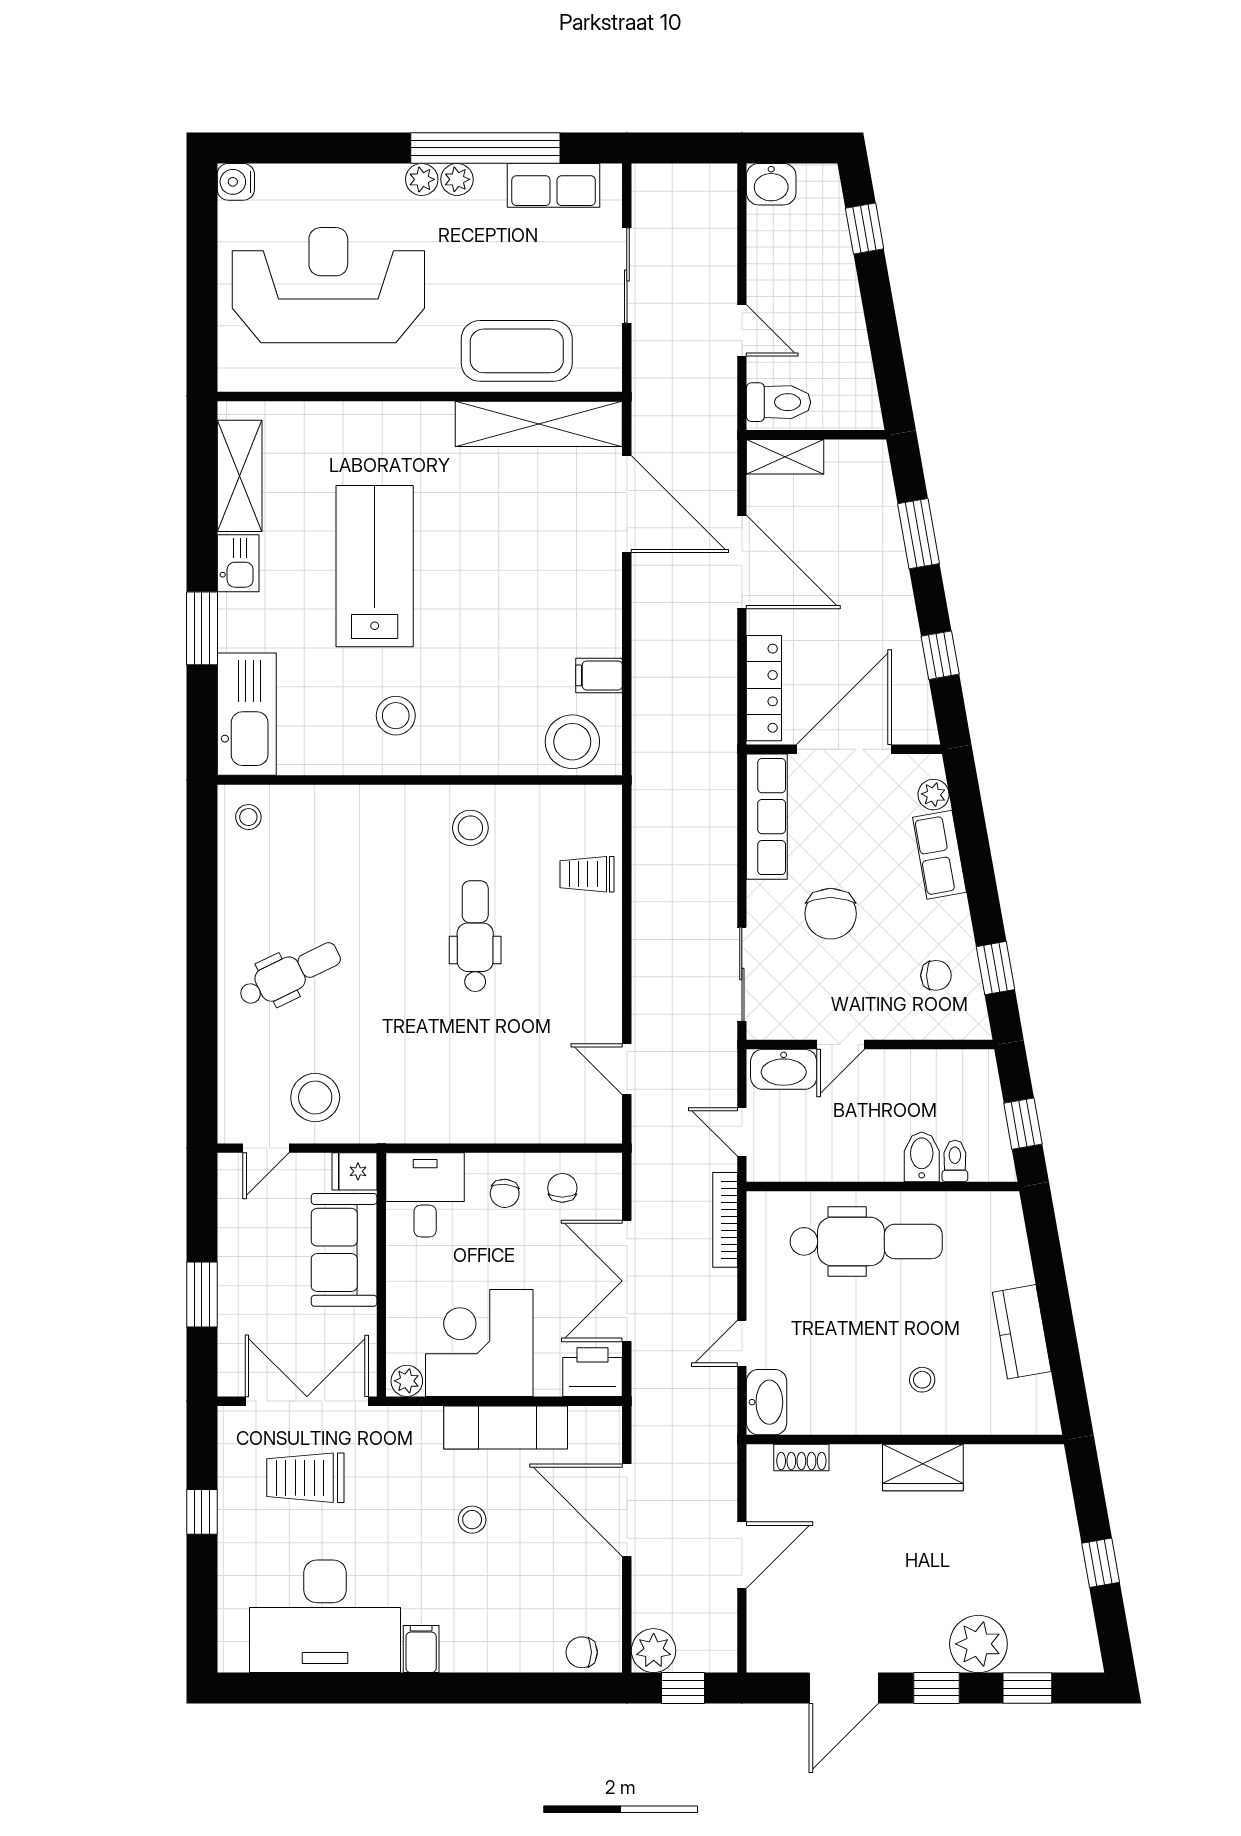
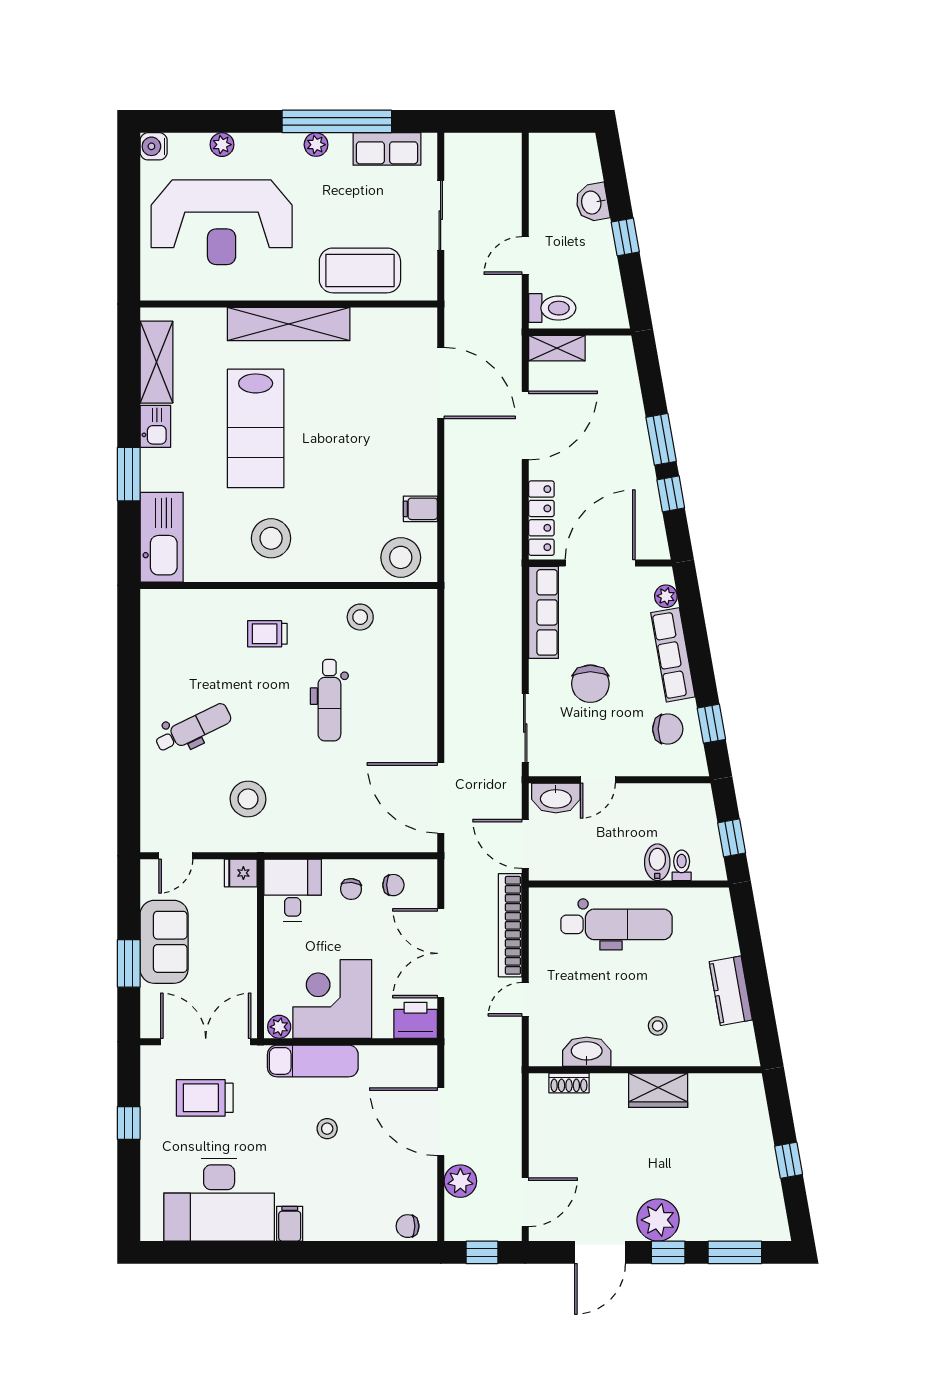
plant: (422, 179) -> (222, 145), moved
washbasin: (771, 184) -> (592, 202), moved, turned 80
window: (865, 228) -> (625, 237), moved
reception desk: (328, 285) -> (222, 222), turned 180
door: (742, 330) -> (525, 255), swing flipped
shelving: (539, 424) -> (289, 324), moved
window: (919, 534) -> (661, 439), moved
door: (742, 562) -> (525, 425), hinge flipped
lab bench: (375, 566) -> (256, 428), turned 180
stool: (396, 716) -> (271, 538), width x1.38, depth x1.38
stool: (248, 817) -> (163, 613), removed
stool: (470, 828) -> (360, 617), moved
row of seats: (939, 855) -> (673, 655), width x1.48
trolley: (587, 874) -> (267, 634), moved
dental chair: (475, 936) -> (329, 700), turned 180
chair: (936, 975) -> (668, 729), width x1.37, depth x1.37
door: (627, 1069) -> (441, 798), width x1.88
stool: (315, 1097) -> (248, 799), moved
door: (742, 1132) -> (525, 844), width x1.38
chair: (562, 1188) -> (393, 885), turned 90
bookcase: (725, 1220) -> (510, 925), width x1.48, depth x1.31
sofa: (344, 1250) -> (164, 942), moved, turned 180
washbasin: (767, 1402) -> (587, 1052), moved, turned -90
exam couch: (506, 1427) -> (313, 1061), moved
door: (742, 1555) -> (525, 1202), moved
plant: (978, 1644) -> (658, 1220), moved
plant: (654, 1651) -> (460, 1181), moved
window: (1027, 1688) -> (735, 1252), width x1.50

